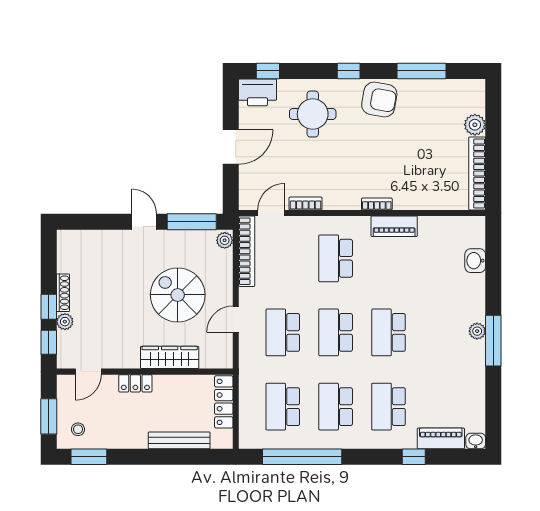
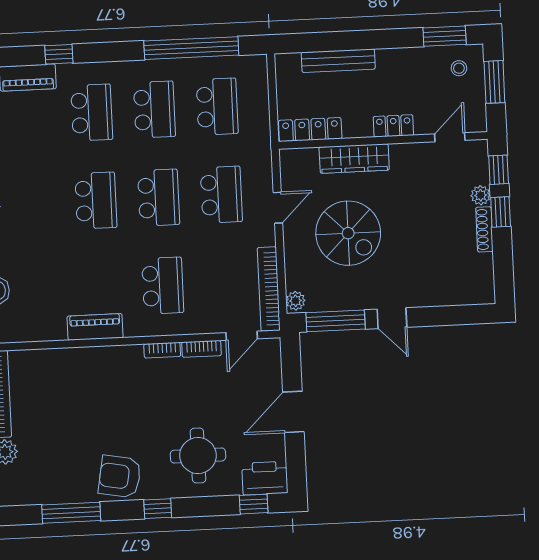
bookcase: (377, 204) -> (162, 350), moved
locker: (224, 402) -> (310, 130), moved, turned -90

